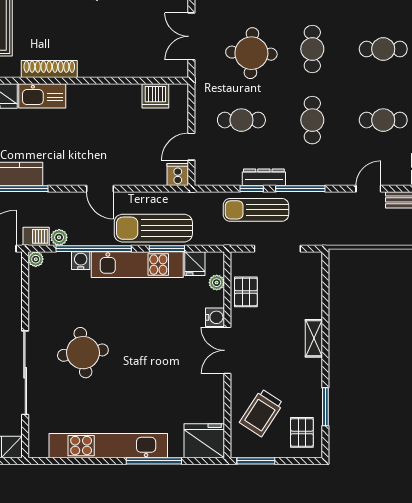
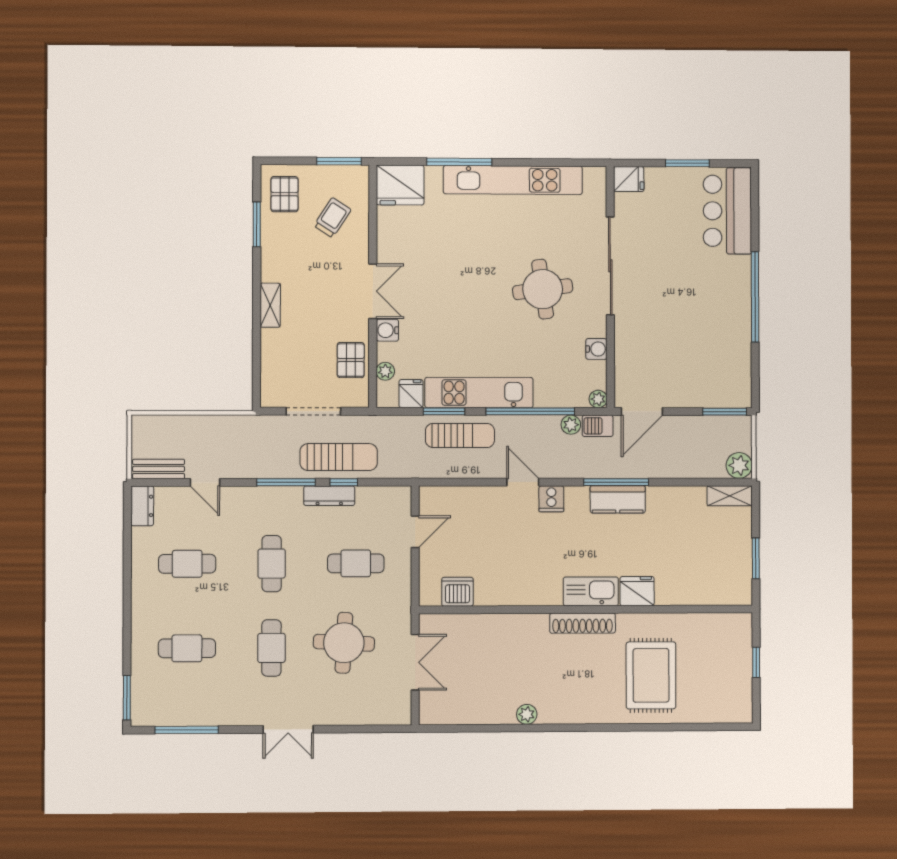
cooker: (178, 174) -> (551, 499), moved
door: (368, 189) -> (205, 482), hinge flipped
sun lounger: (153, 228) -> (460, 435), width x0.73, depth x0.75
water cooler: (81, 261) -> (596, 349), moved, turned -90
trolley: (261, 413) -> (332, 218), width x0.73, depth x0.72

